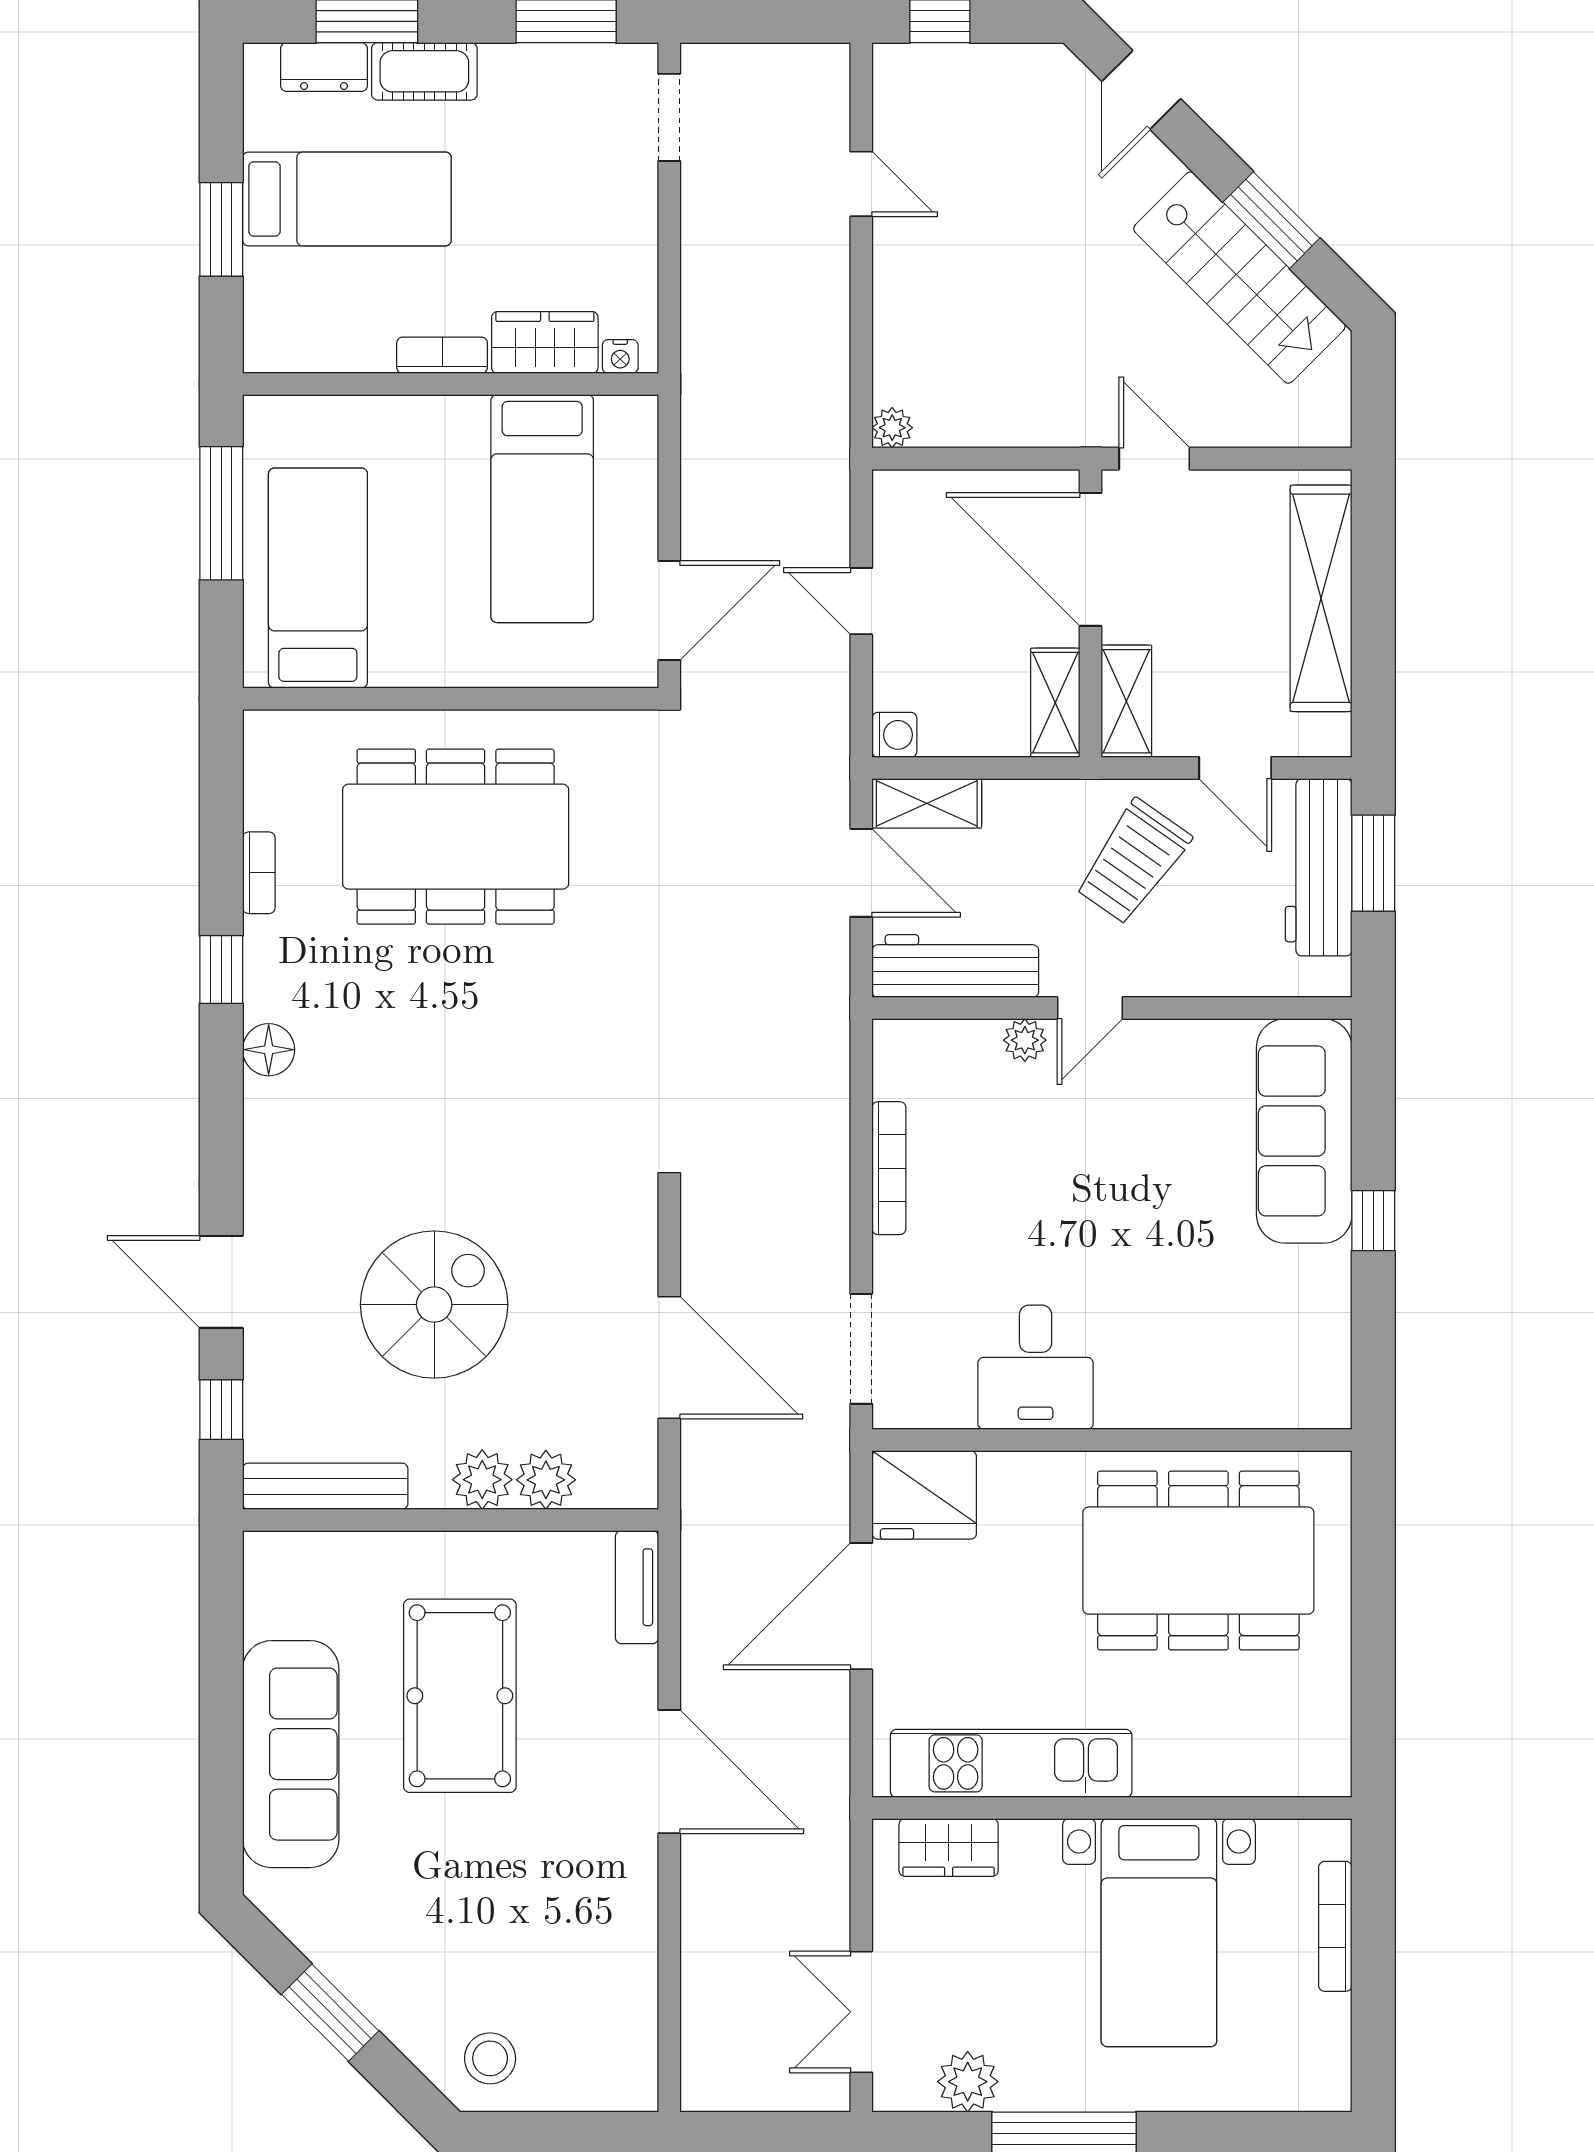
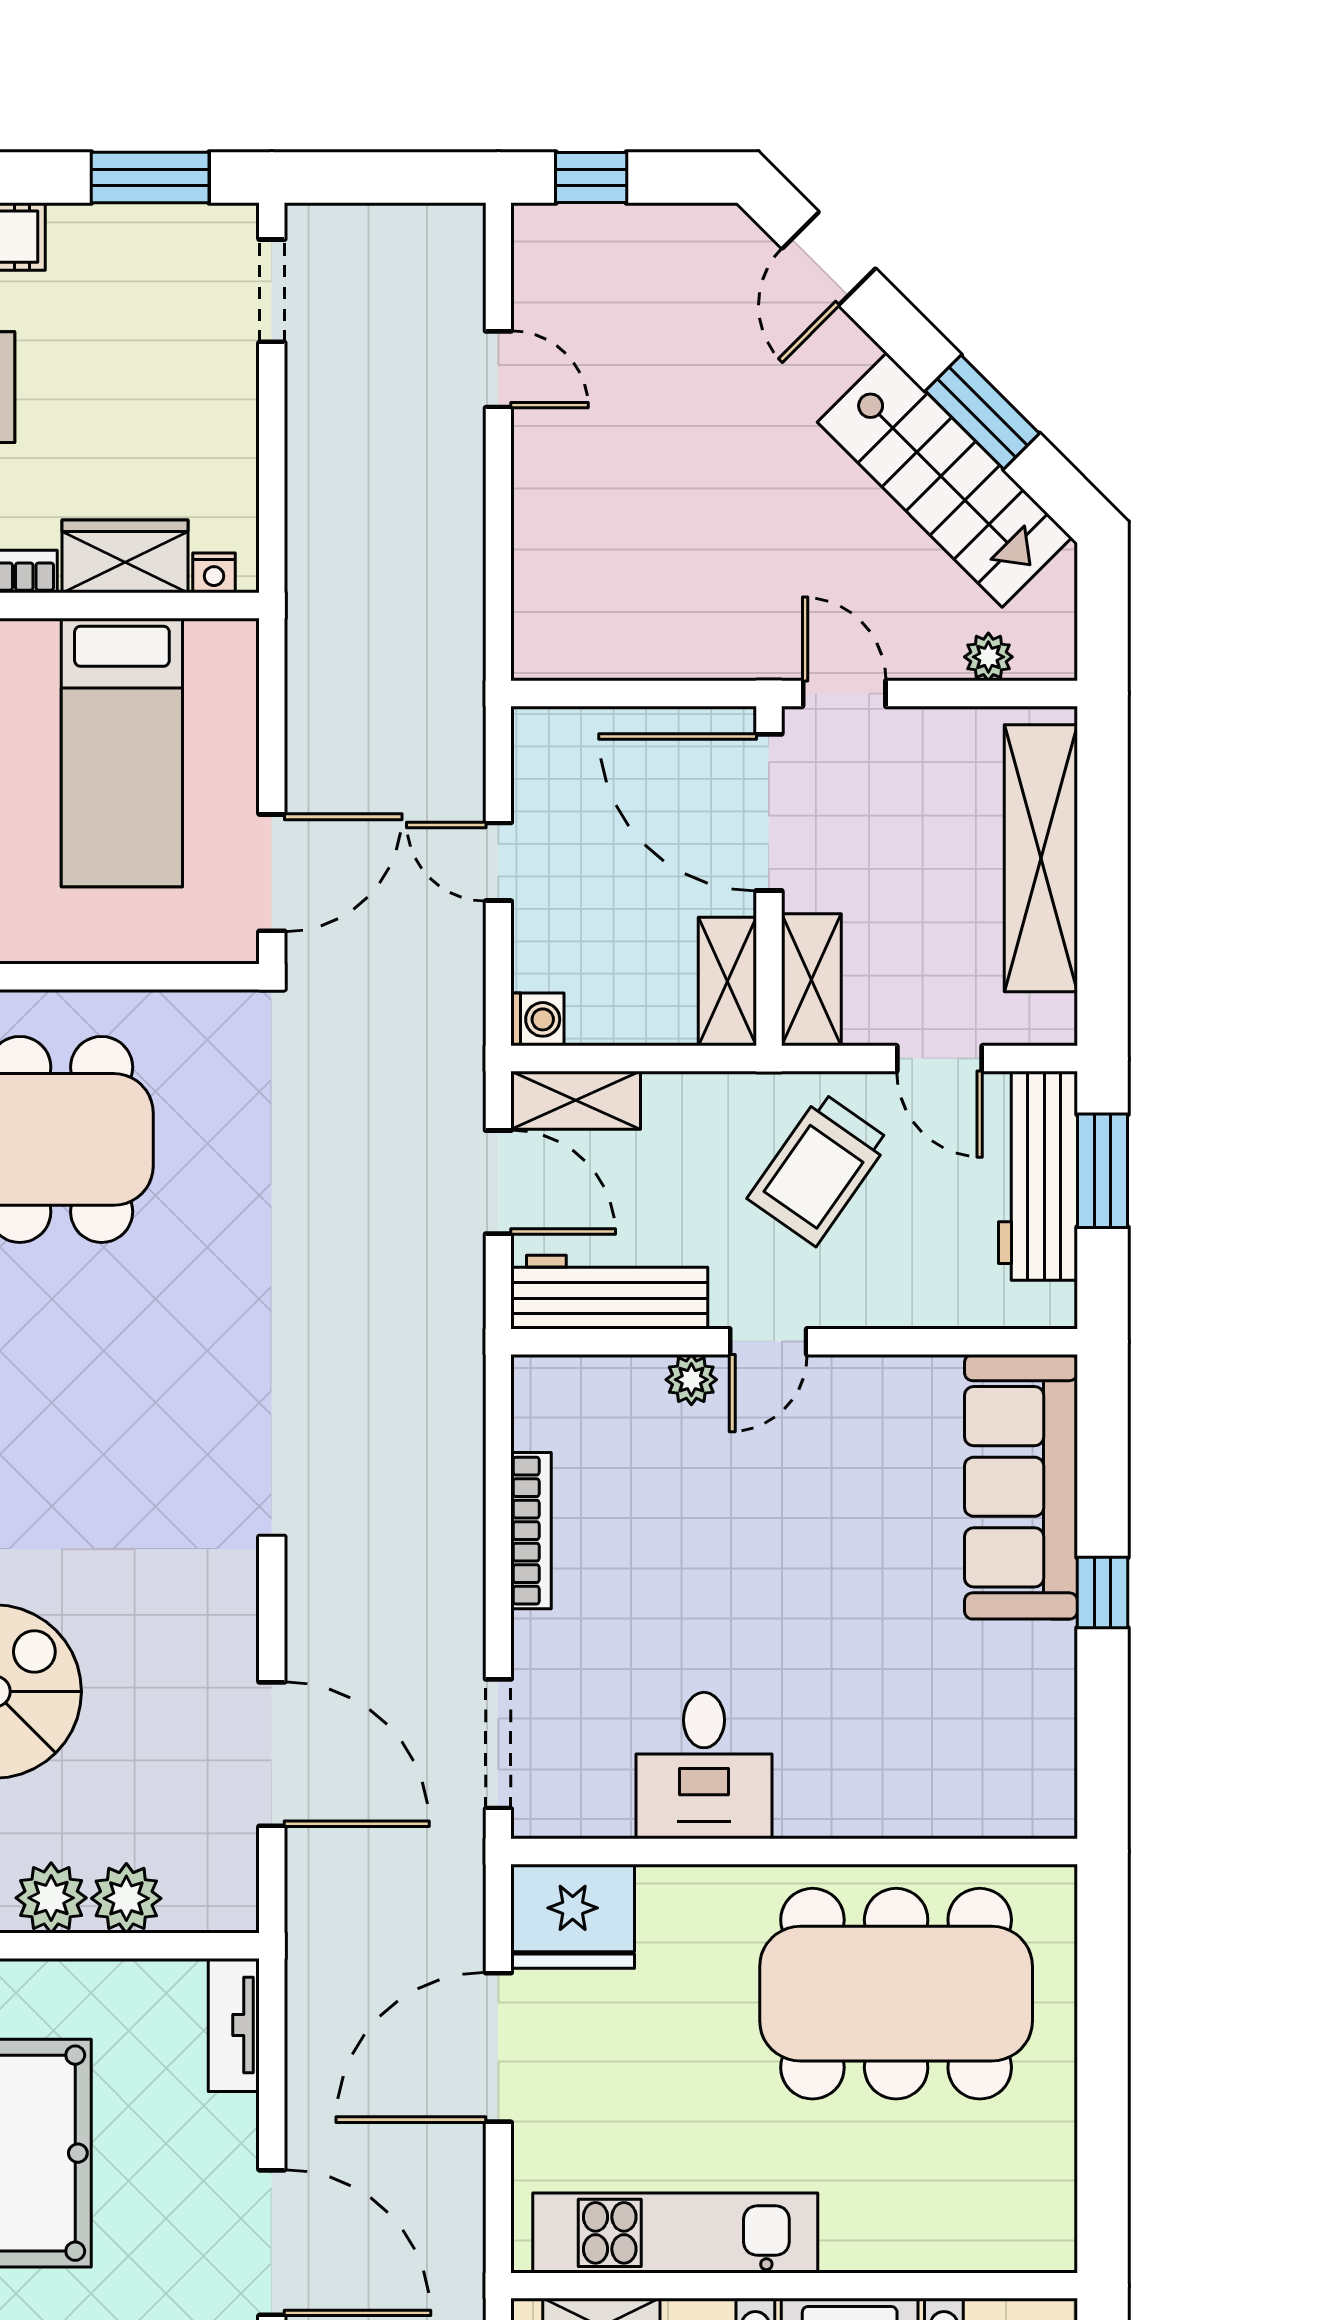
plant: (892, 428) -> (988, 657), moved

